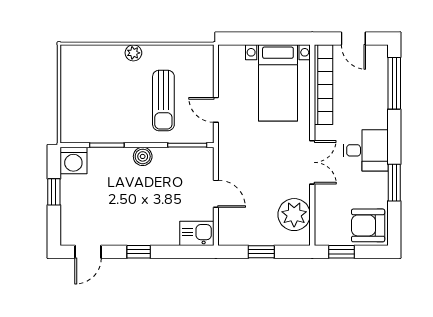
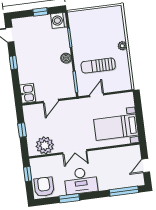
bookcase: (323, 85) -> (118, 152), removed
desk: (366, 150) -> (81, 181), width x1.37

